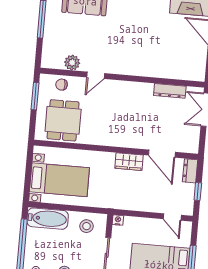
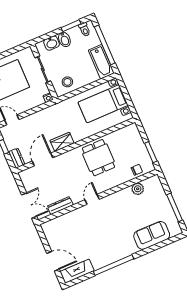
door: (96, 75) -> (92, 199), moved
dining table: (63, 120) -> (98, 158), moved
door: (162, 154) -> (42, 159), hinge flipped
bathtub: (48, 219) -> (101, 62), moved, turned -90

